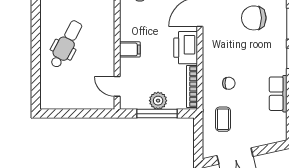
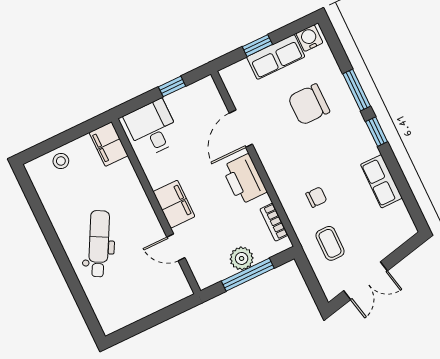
filing cabinet: (130, 49) -> (174, 204), width x2.00
door: (117, 86) -> (176, 247), moved
bookcase: (192, 86) -> (274, 222), width x0.64

